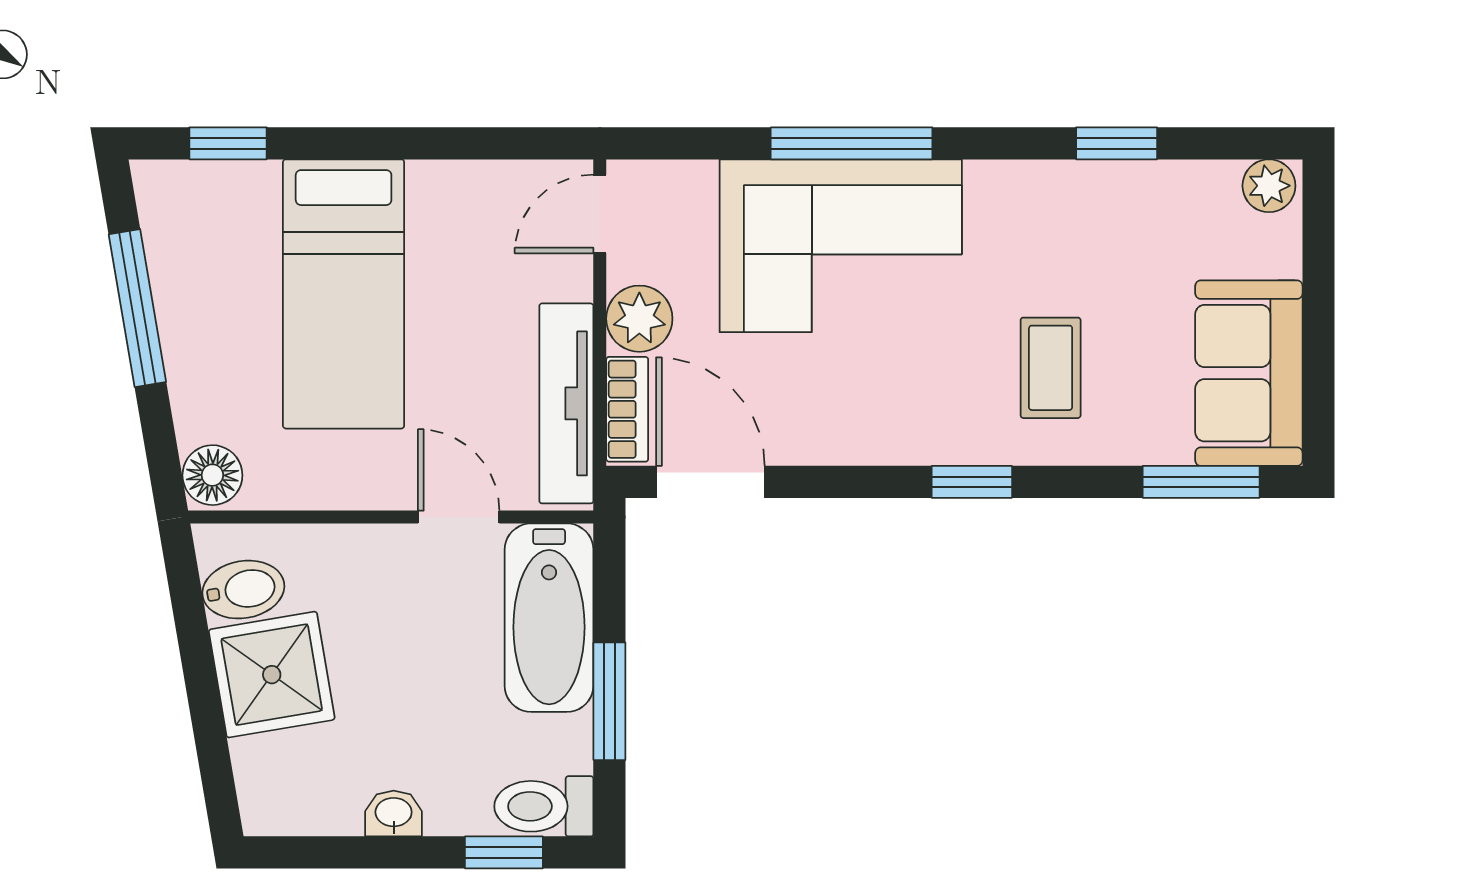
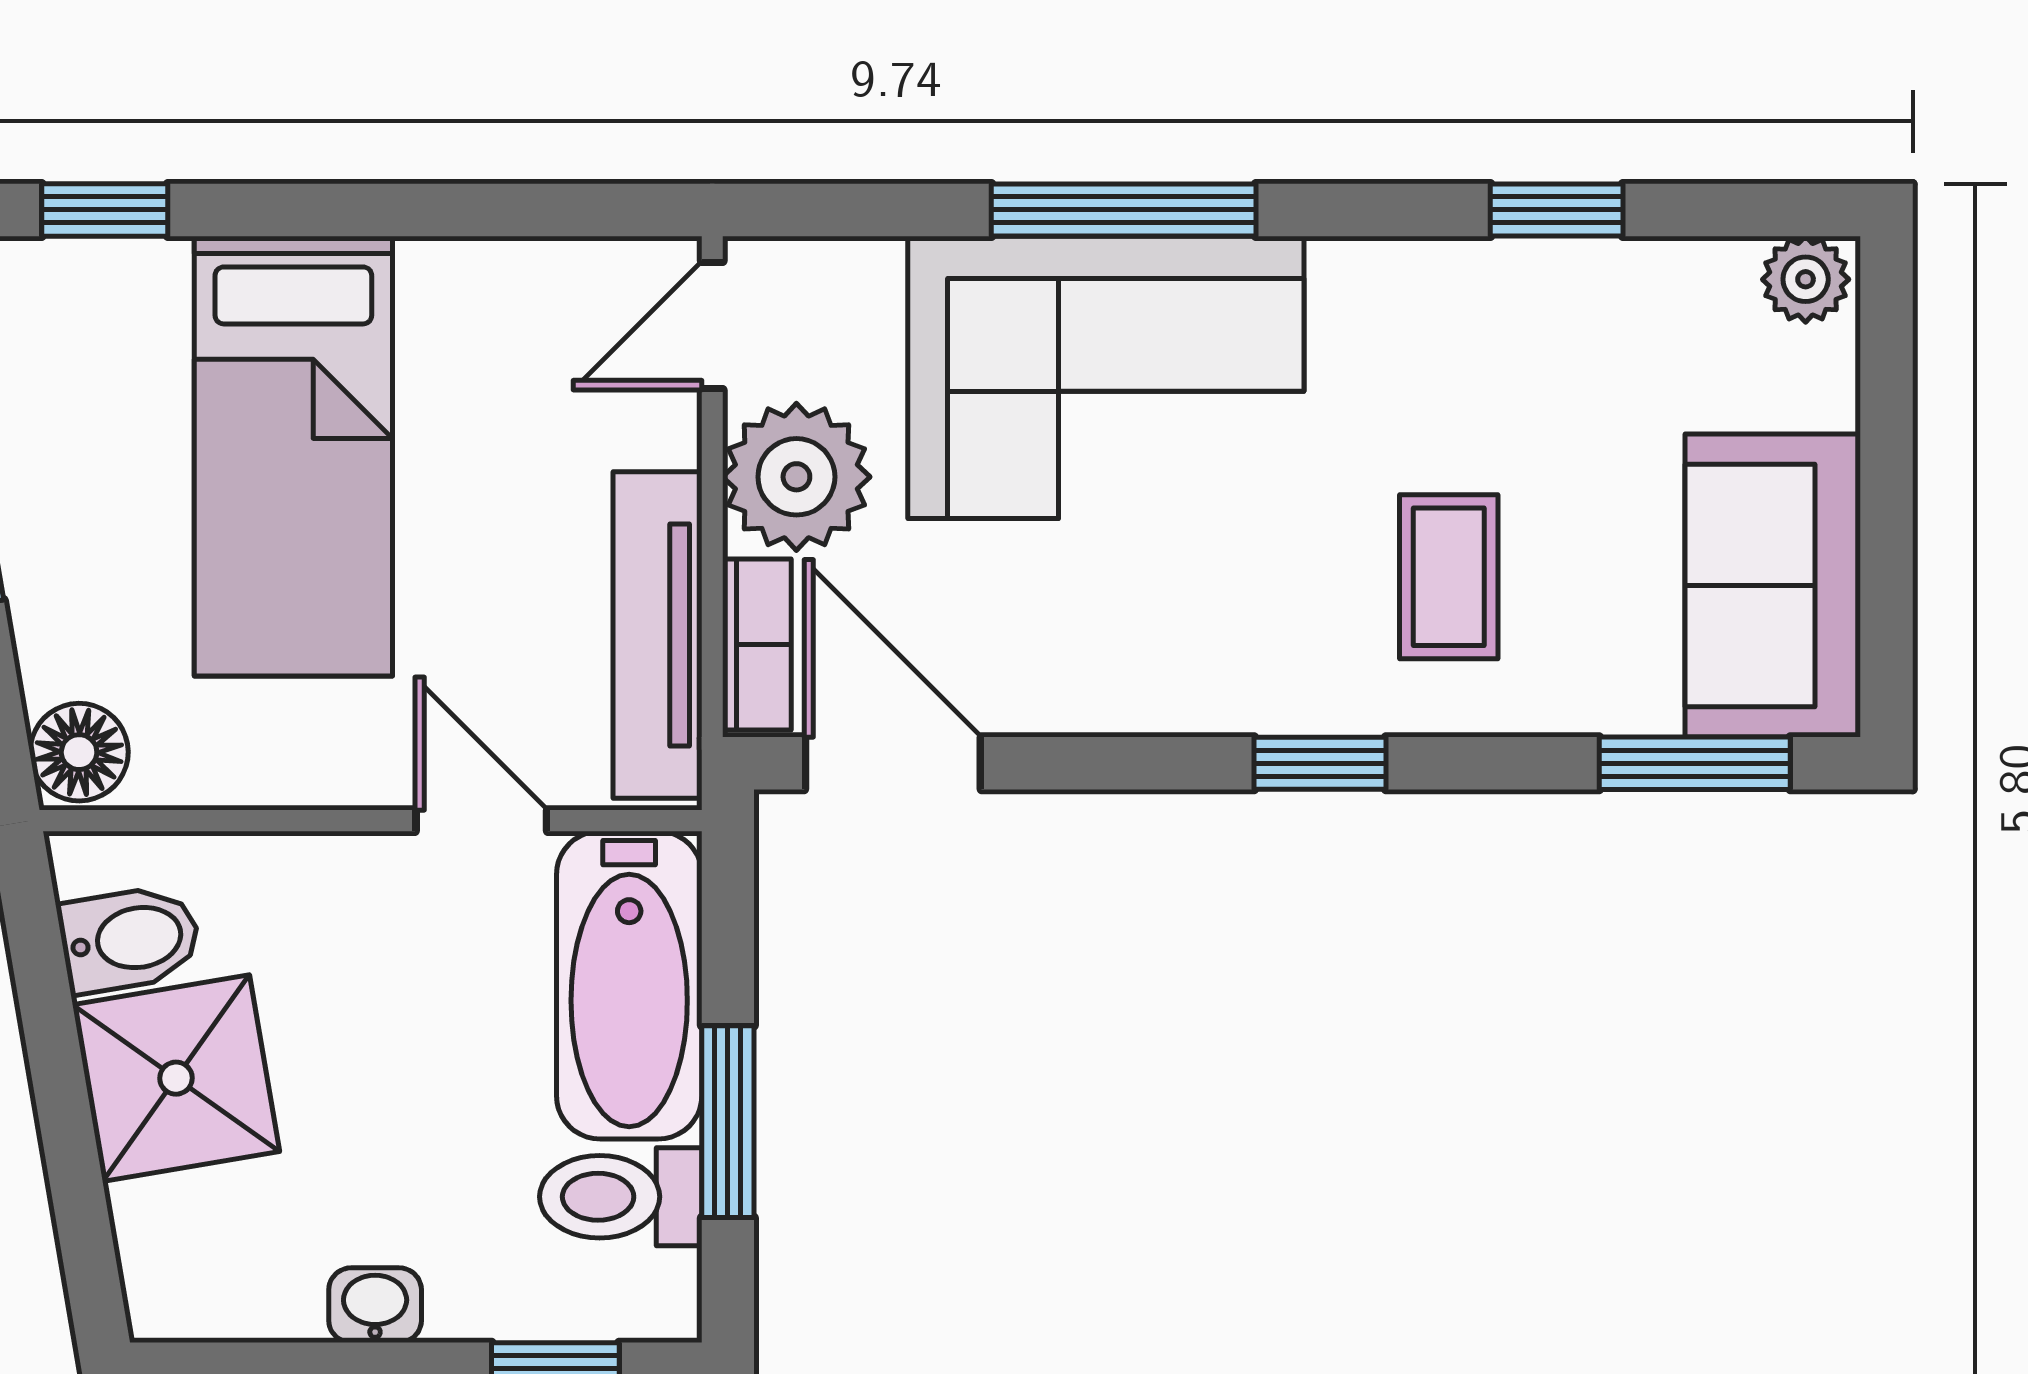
plant: (639, 319) -> (796, 477), width x1.36, depth x1.36
toilet: (544, 806) -> (621, 1197), moved

